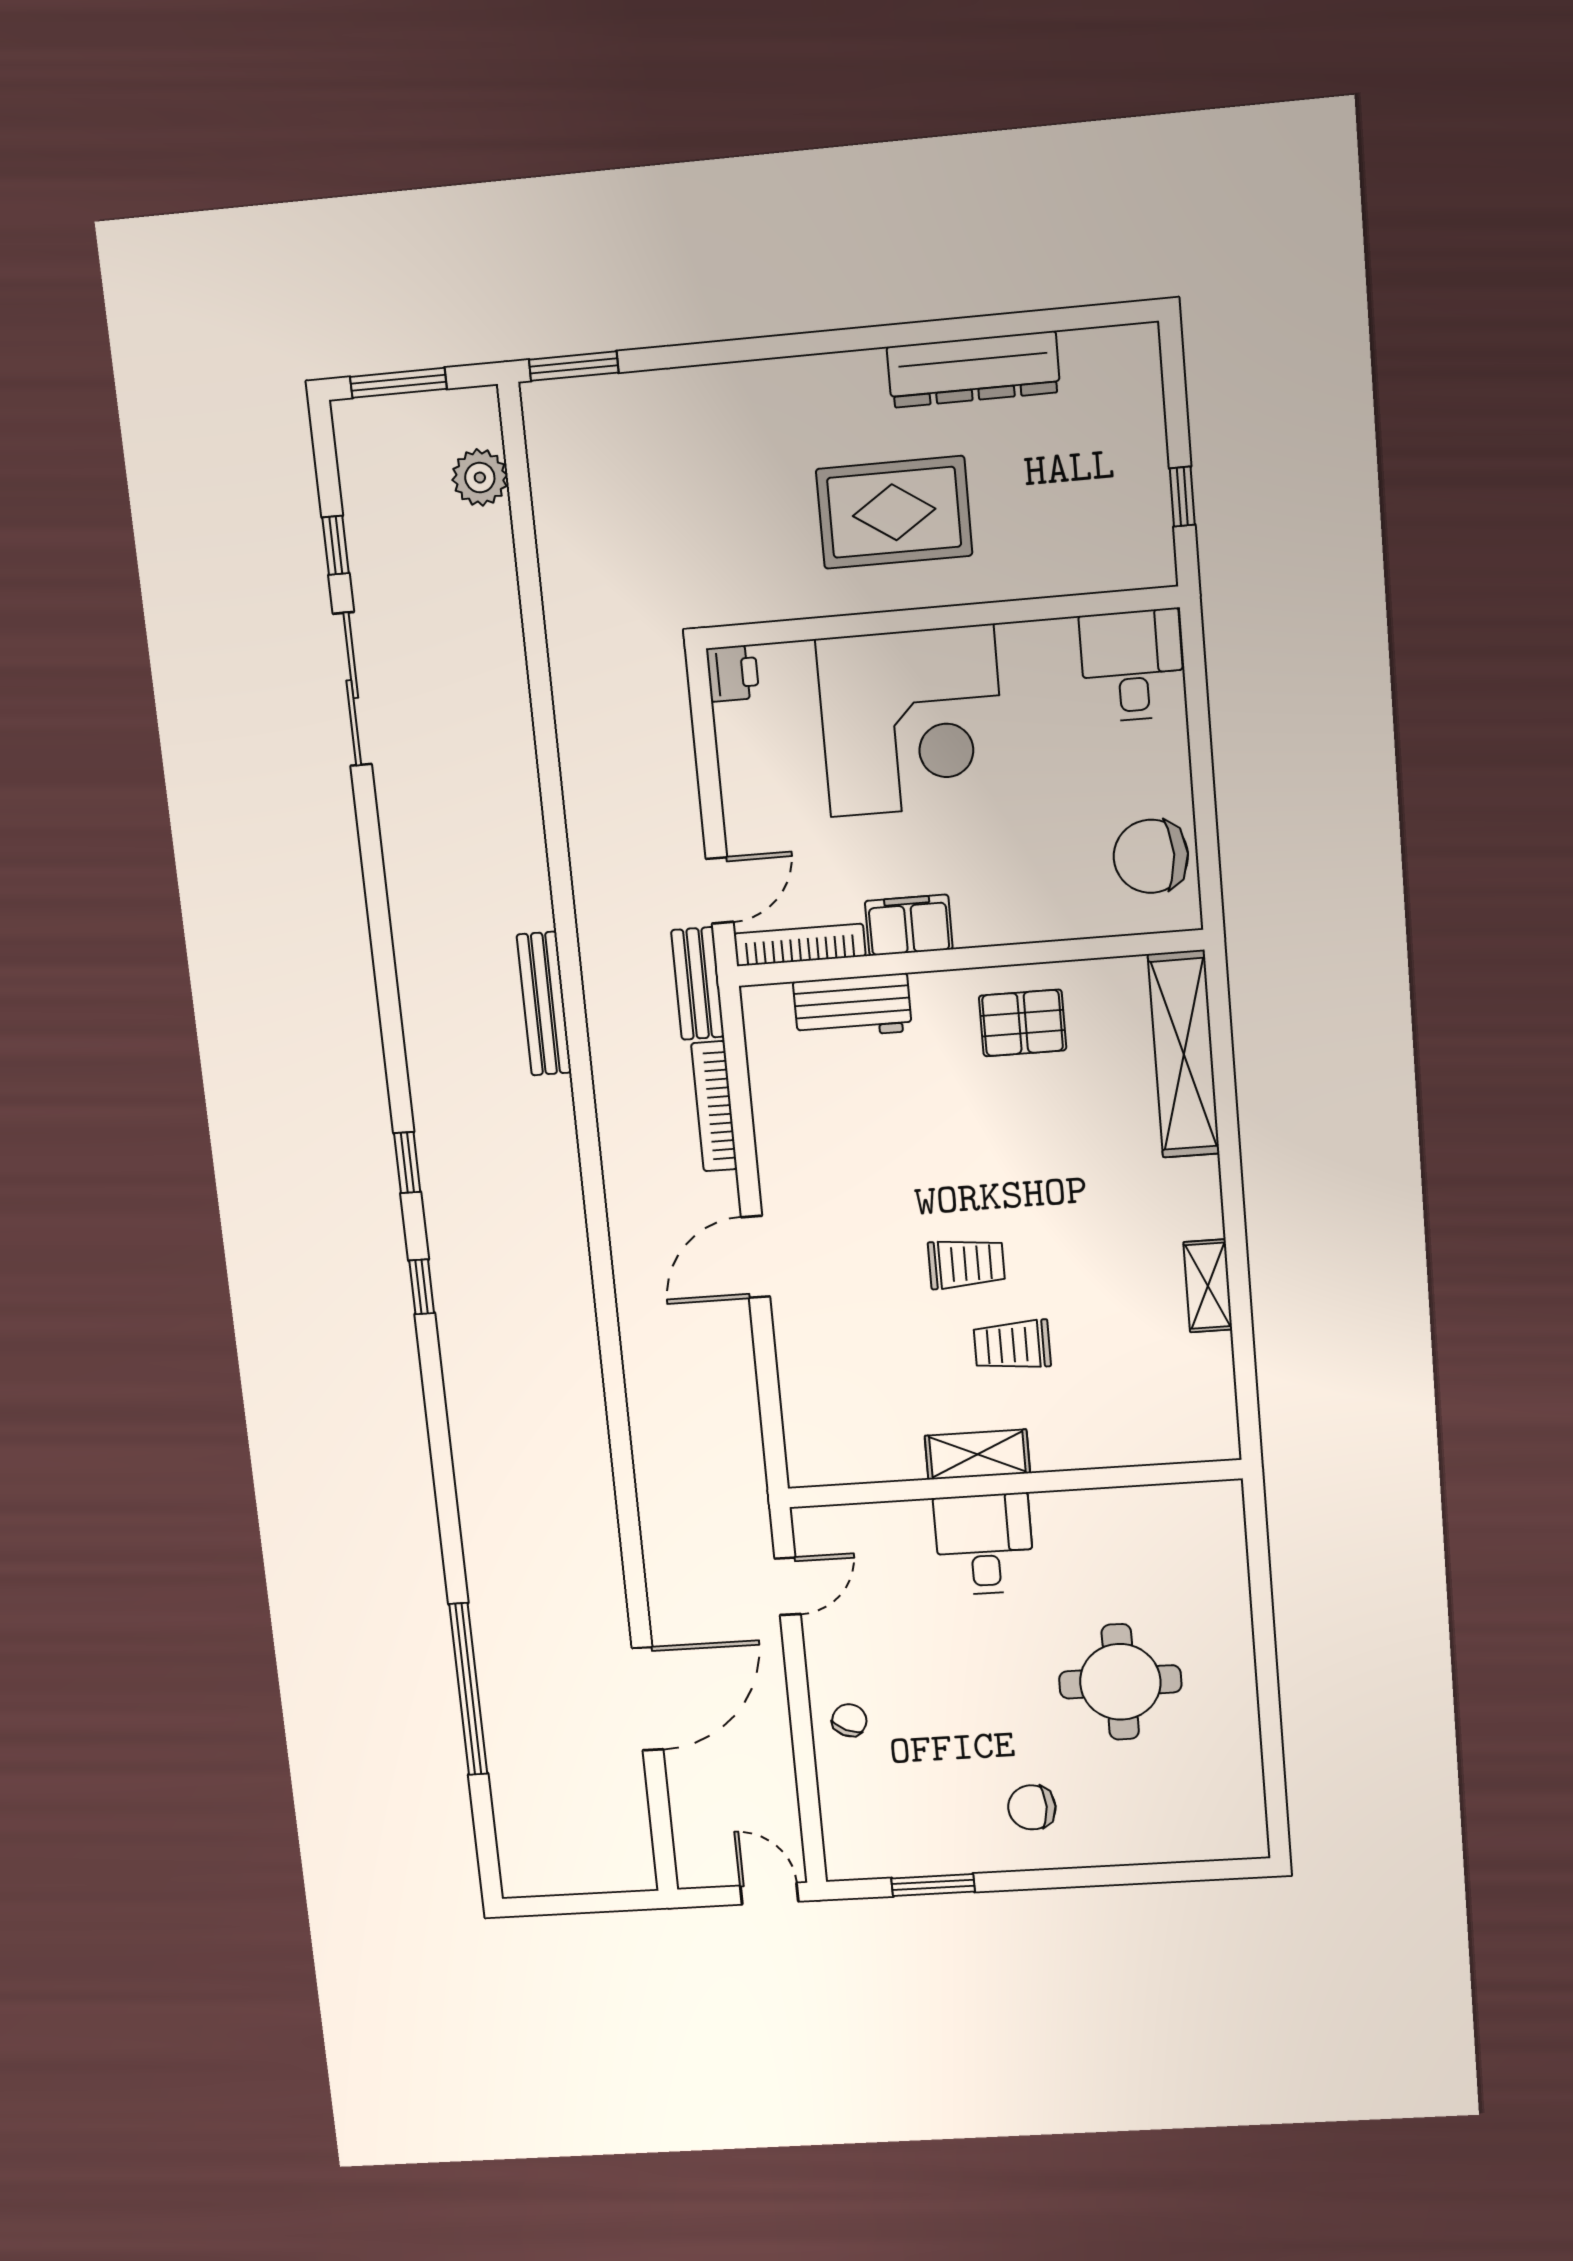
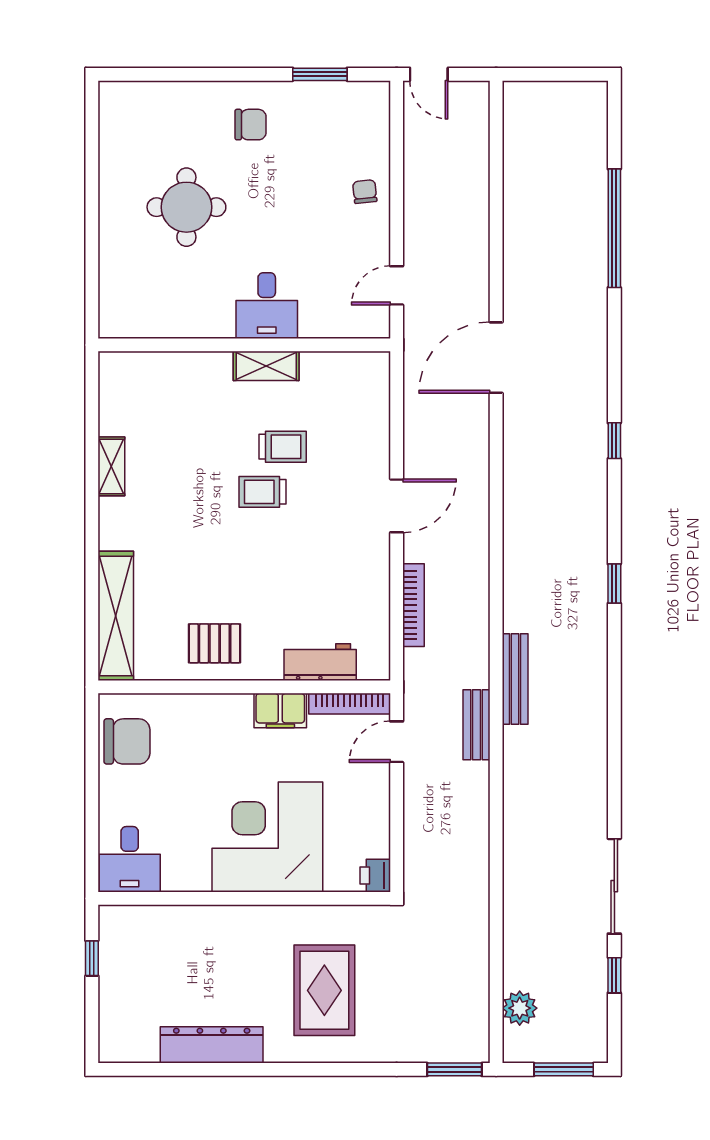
rug: (894, 512) -> (324, 990), moved, turned 90
bench: (698, 983) -> (477, 725), moved
window: (422, 1287) -> (614, 441), moved
trolley: (1012, 1345) -> (283, 447), moved
door: (648, 1699) -> (496, 358), moved
chair: (849, 1720) -> (365, 192), turned 149

